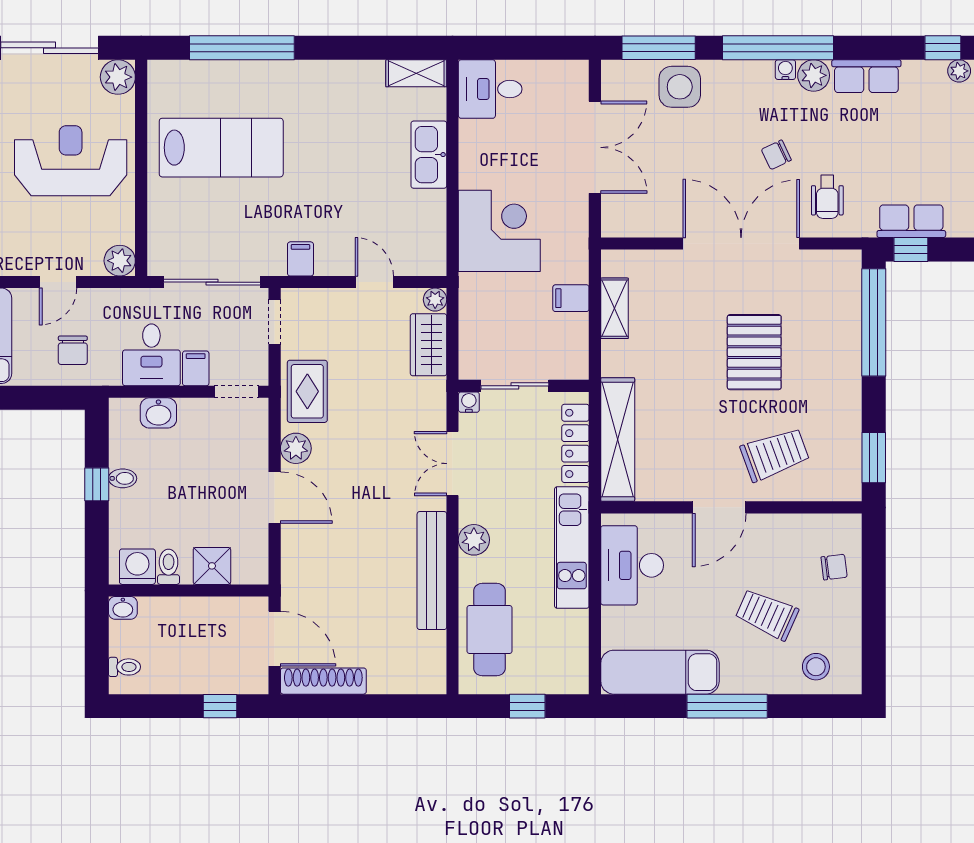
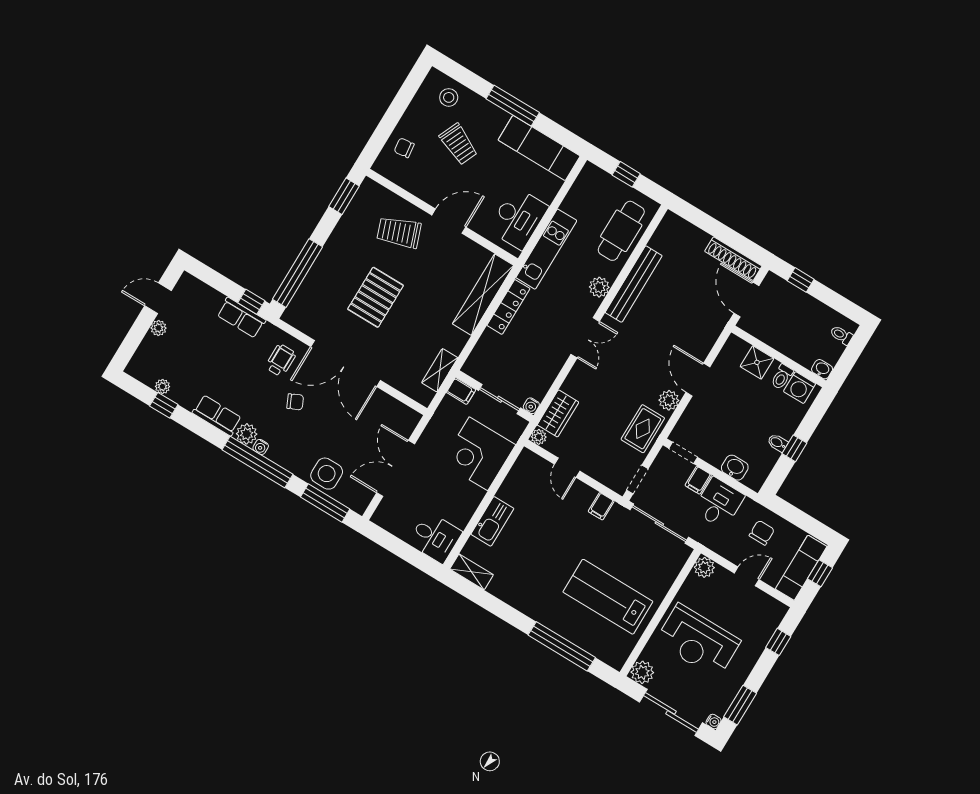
sliding door: (515, 386) -> (500, 399), moved
wall: (524, 386) -> (495, 396), moved
water cooler: (469, 402) -> (531, 406), moved

